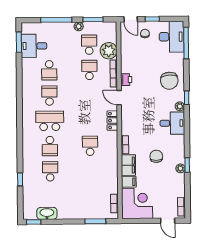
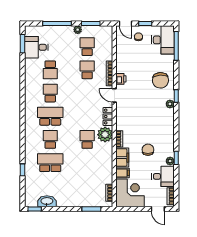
plant: (109, 51) -> (105, 135), moved
desk: (172, 123) -> (163, 176), moved
school desk: (50, 146) -> (50, 139), turned 180
school desk: (50, 171) -> (50, 163), width x1.85

